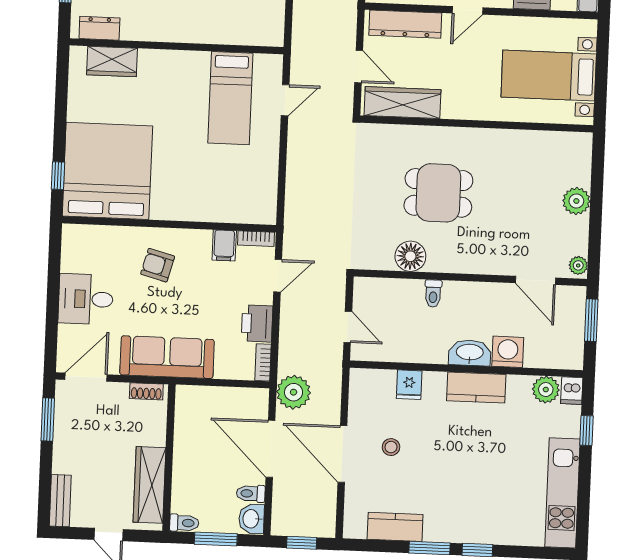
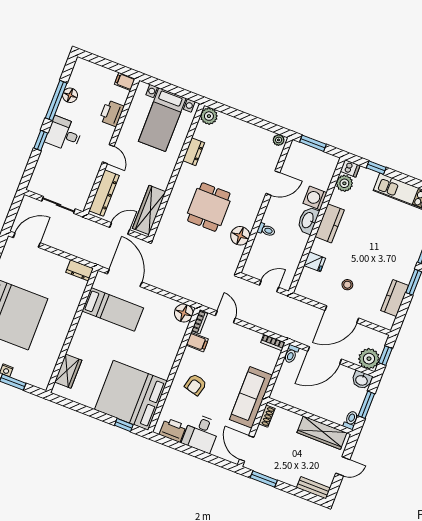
dresser: (99, 28) -> (80, 270), moved, turned -90
door: (285, 100) -> (125, 278), width x1.88
dresser: (516, 140) -> (194, 152), added
plant: (576, 201) -> (209, 116), moved
floor lamp: (262, 210) -> (184, 313), added
door: (536, 280) -> (273, 183), moved
printer: (257, 323) -> (173, 430), moved, turned 180
plant: (294, 392) -> (369, 359), moved
toilet: (251, 493) -> (291, 354), moved

